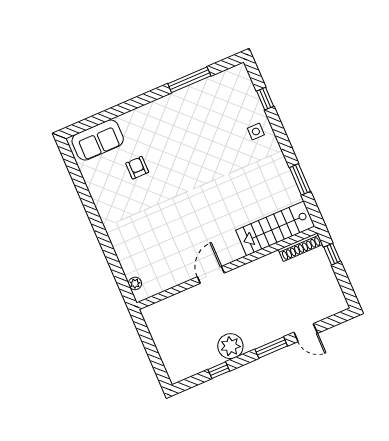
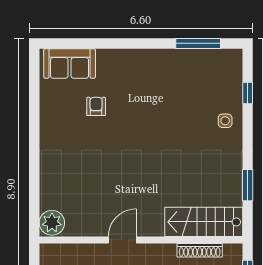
window: (189, 80) -> (198, 43), moved
shoe rack: (300, 247) -> (200, 250), moved
plant: (135, 283) -> (52, 223), width x1.88, depth x1.88

